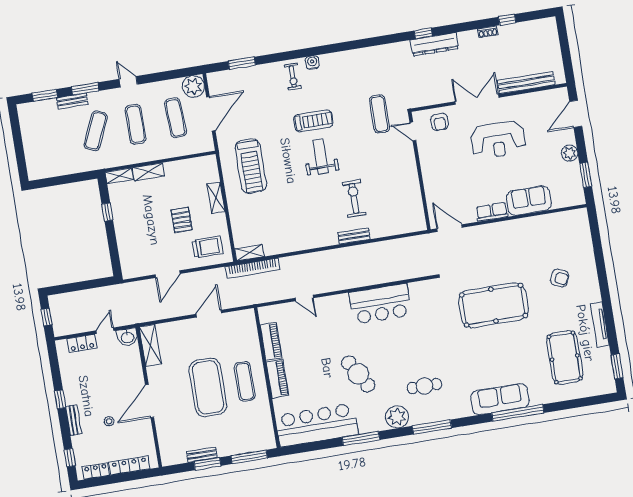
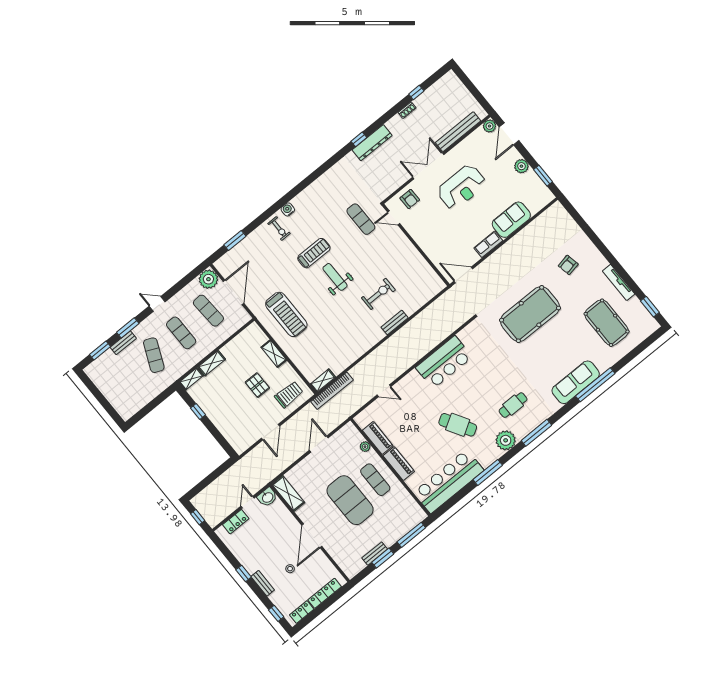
plant: (561, 95) -> (490, 126), added
exercise bike: (354, 198) -> (378, 294), turned 90
armchair: (560, 278) -> (568, 265), turned 145
plant: (254, 343) -> (365, 447), added

